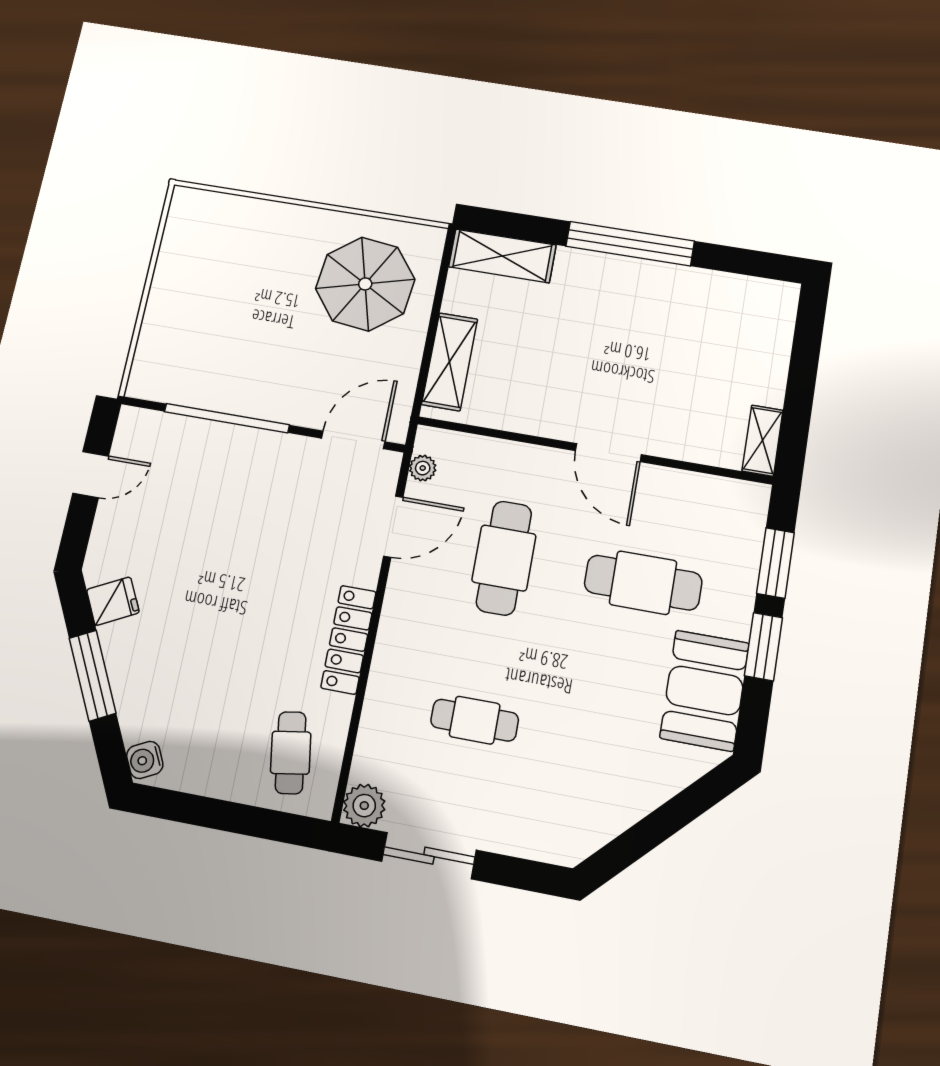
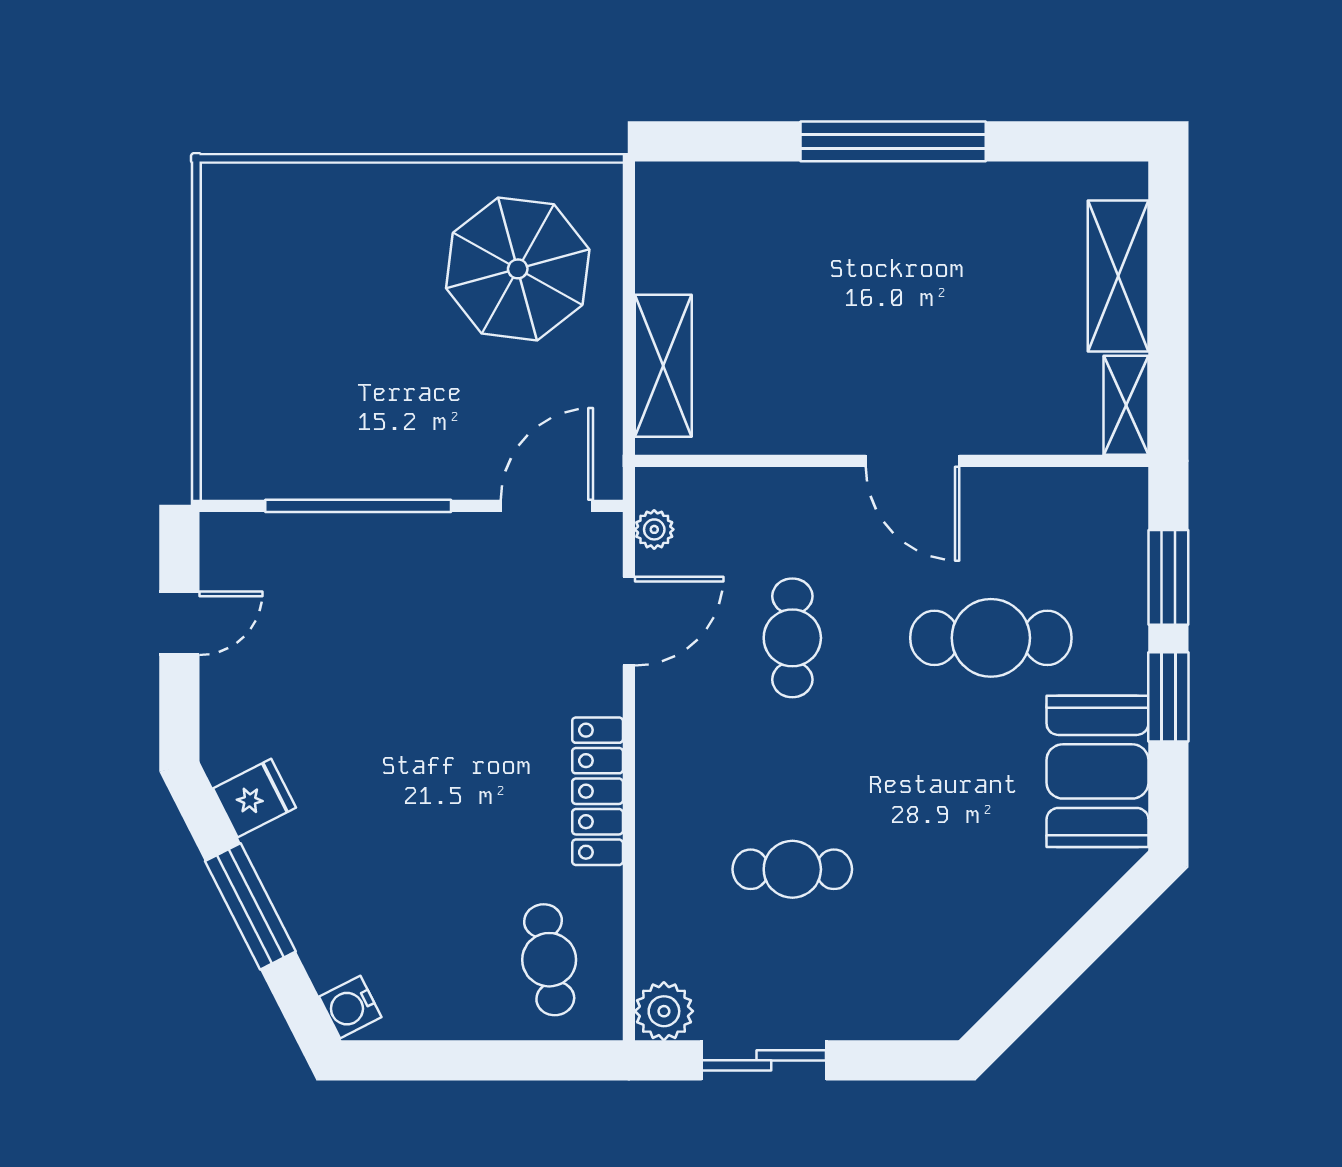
shelving: (502, 256) -> (1118, 276), moved, turned 90
cafe table: (504, 558) -> (792, 638), width x0.73, depth x0.74

